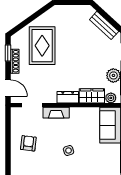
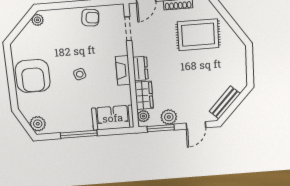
fireplace: (56, 113) -> (123, 70), moved
armchair: (28, 143) -> (90, 18), moved

